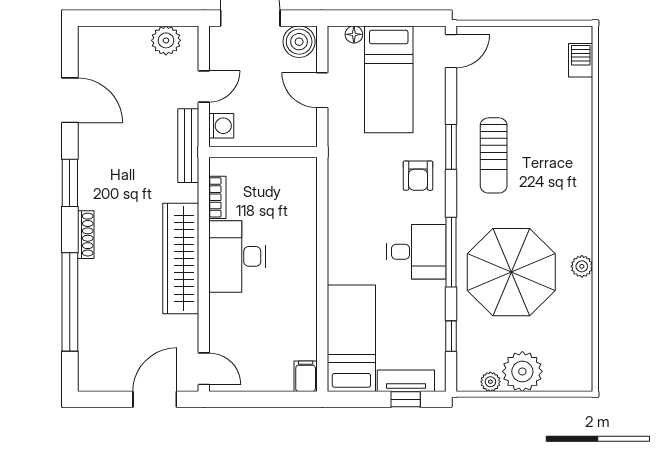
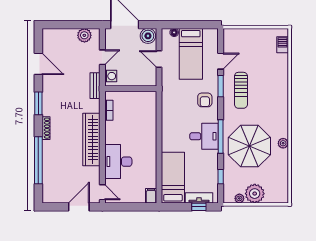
door: (451, 51) -> (221, 61), moved
bench: (188, 146) -> (95, 86), width x0.73
desk: (237, 256) -> (118, 162), moved

